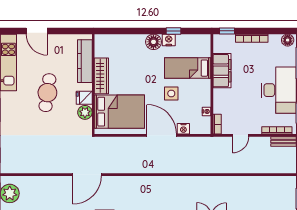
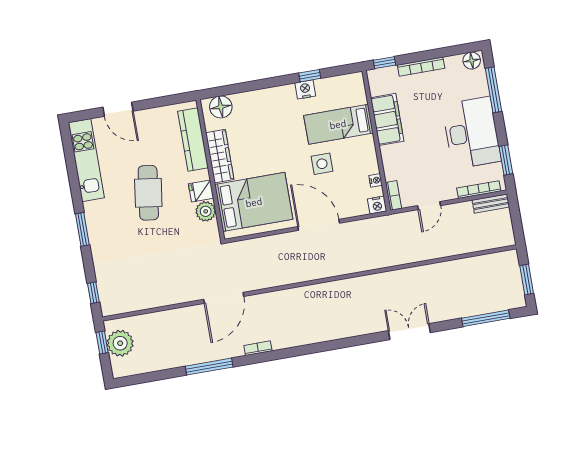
floor lamp: (153, 42) -> (221, 107), moved
nightstand: (183, 129) -> (377, 205), moved

